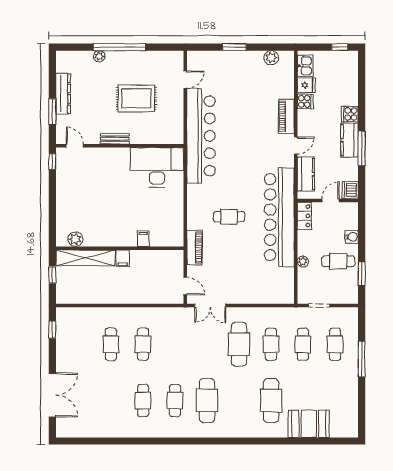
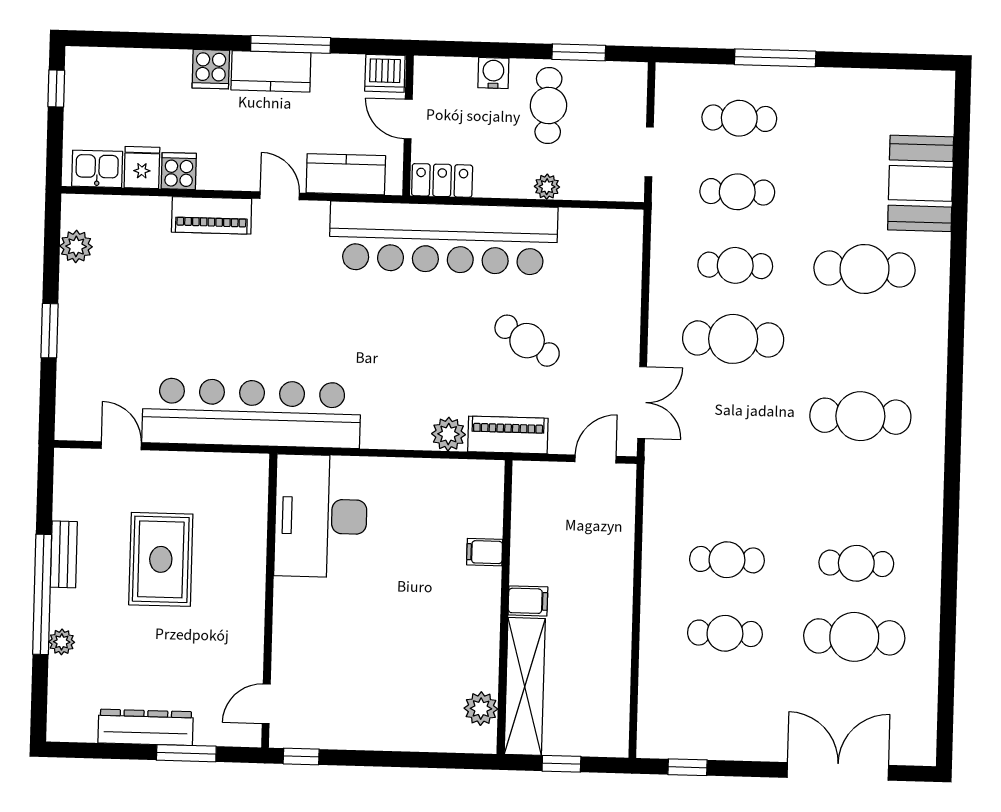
bench: (115, 139) -> (64, 554), moved
cafe table: (229, 217) -> (527, 341), moved, turned -58
plant: (194, 222) -> (448, 434), added
cafe table: (175, 401) -> (854, 637), moved, width x1.37, depth x1.35

